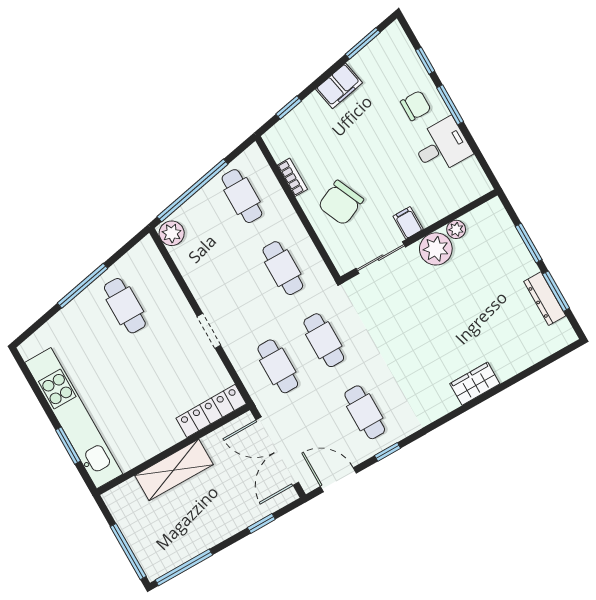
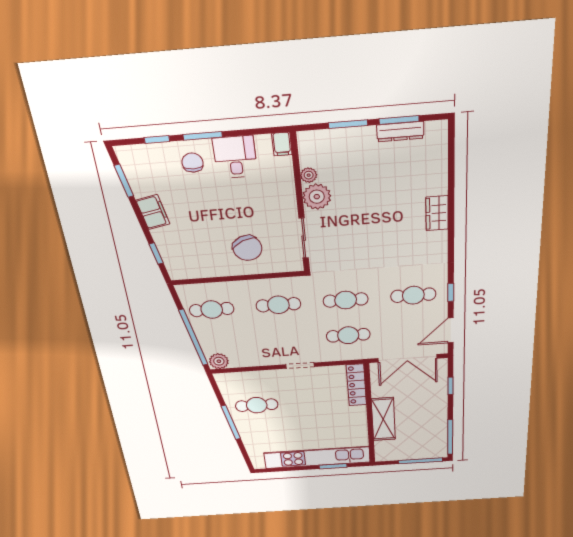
bookcase: (292, 177) -> (212, 272), removed
filing cabinet: (408, 223) -> (282, 144), moved, turned -90

